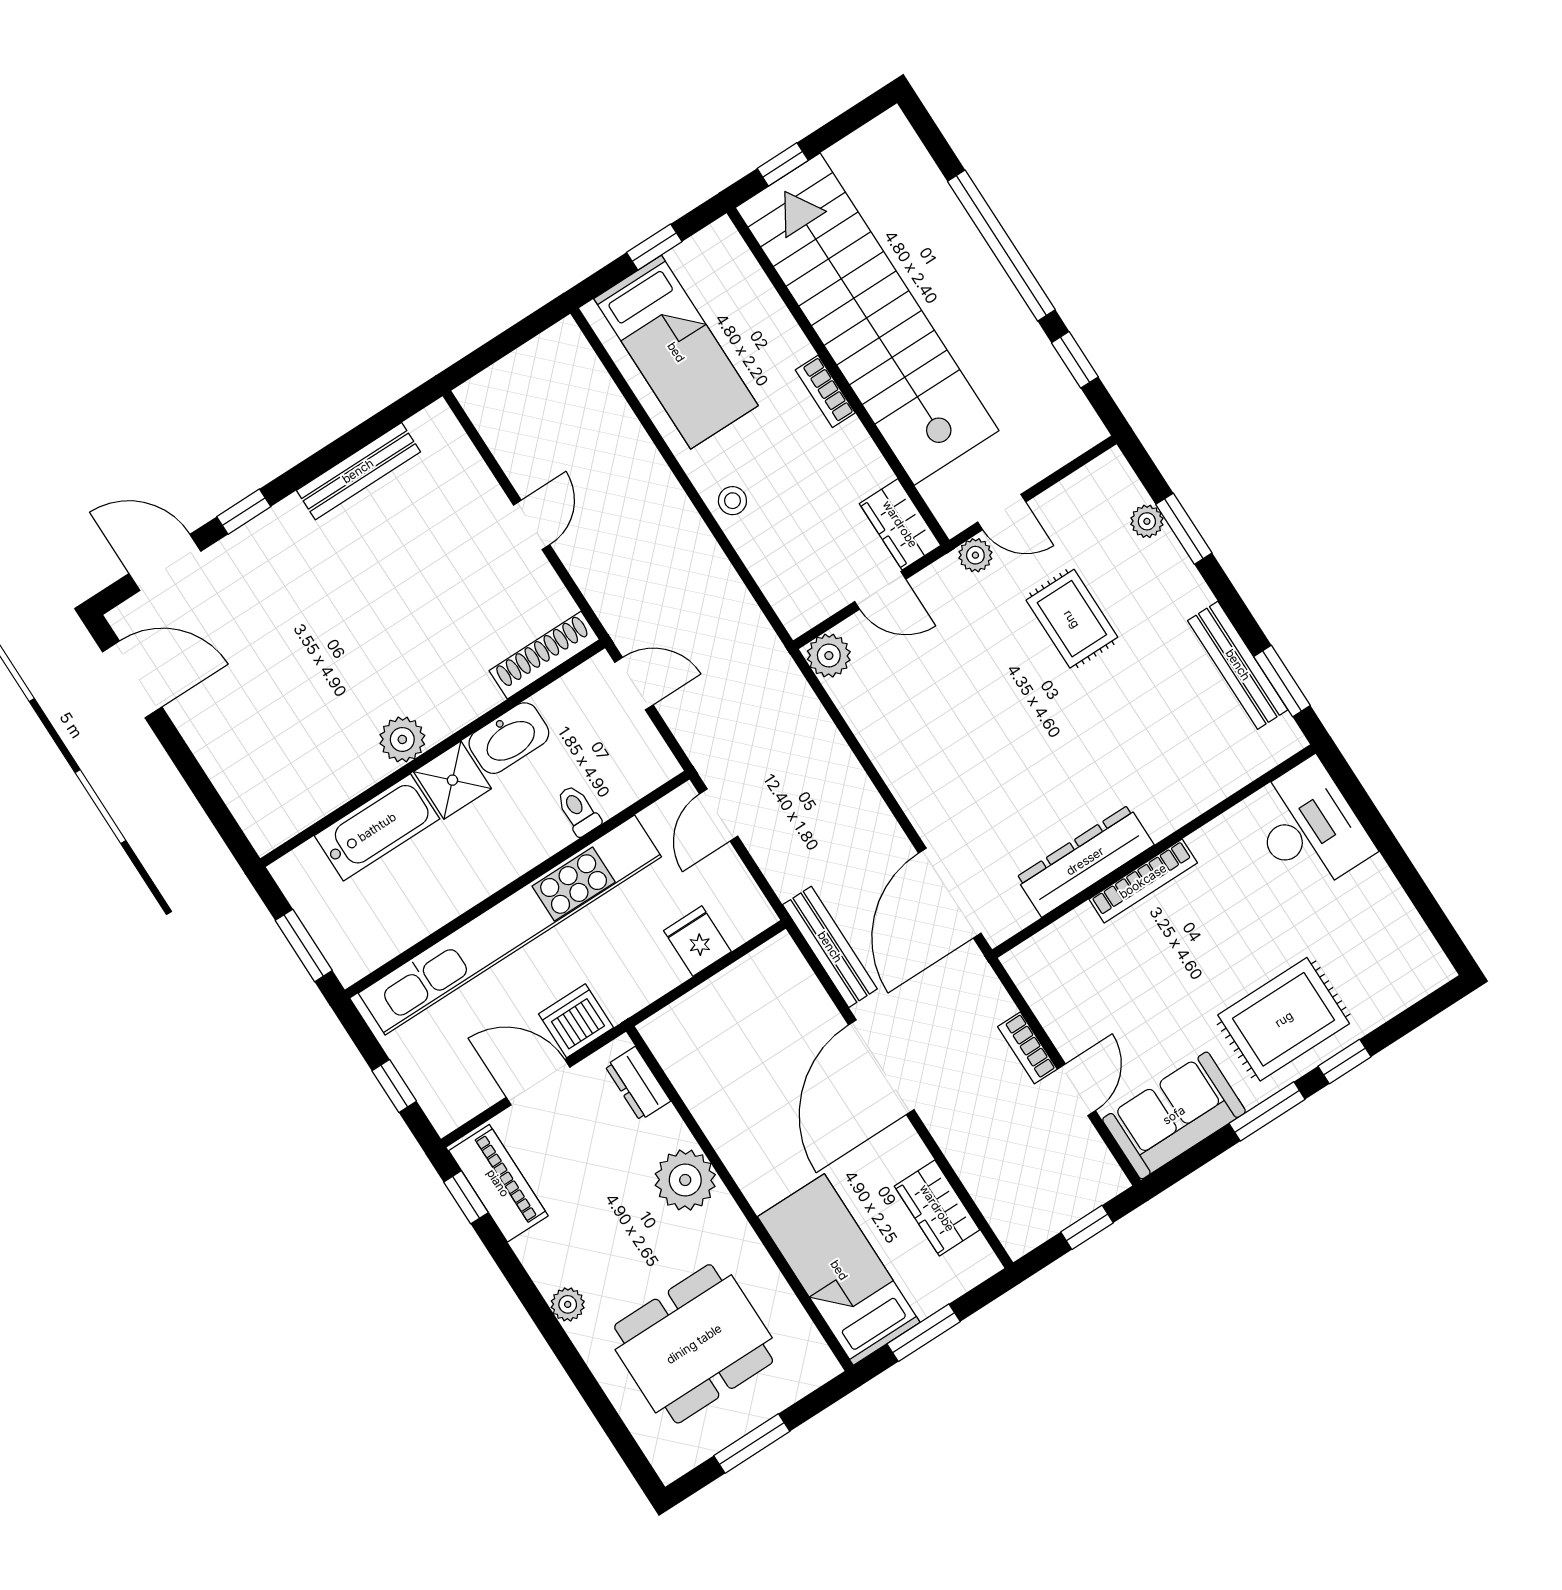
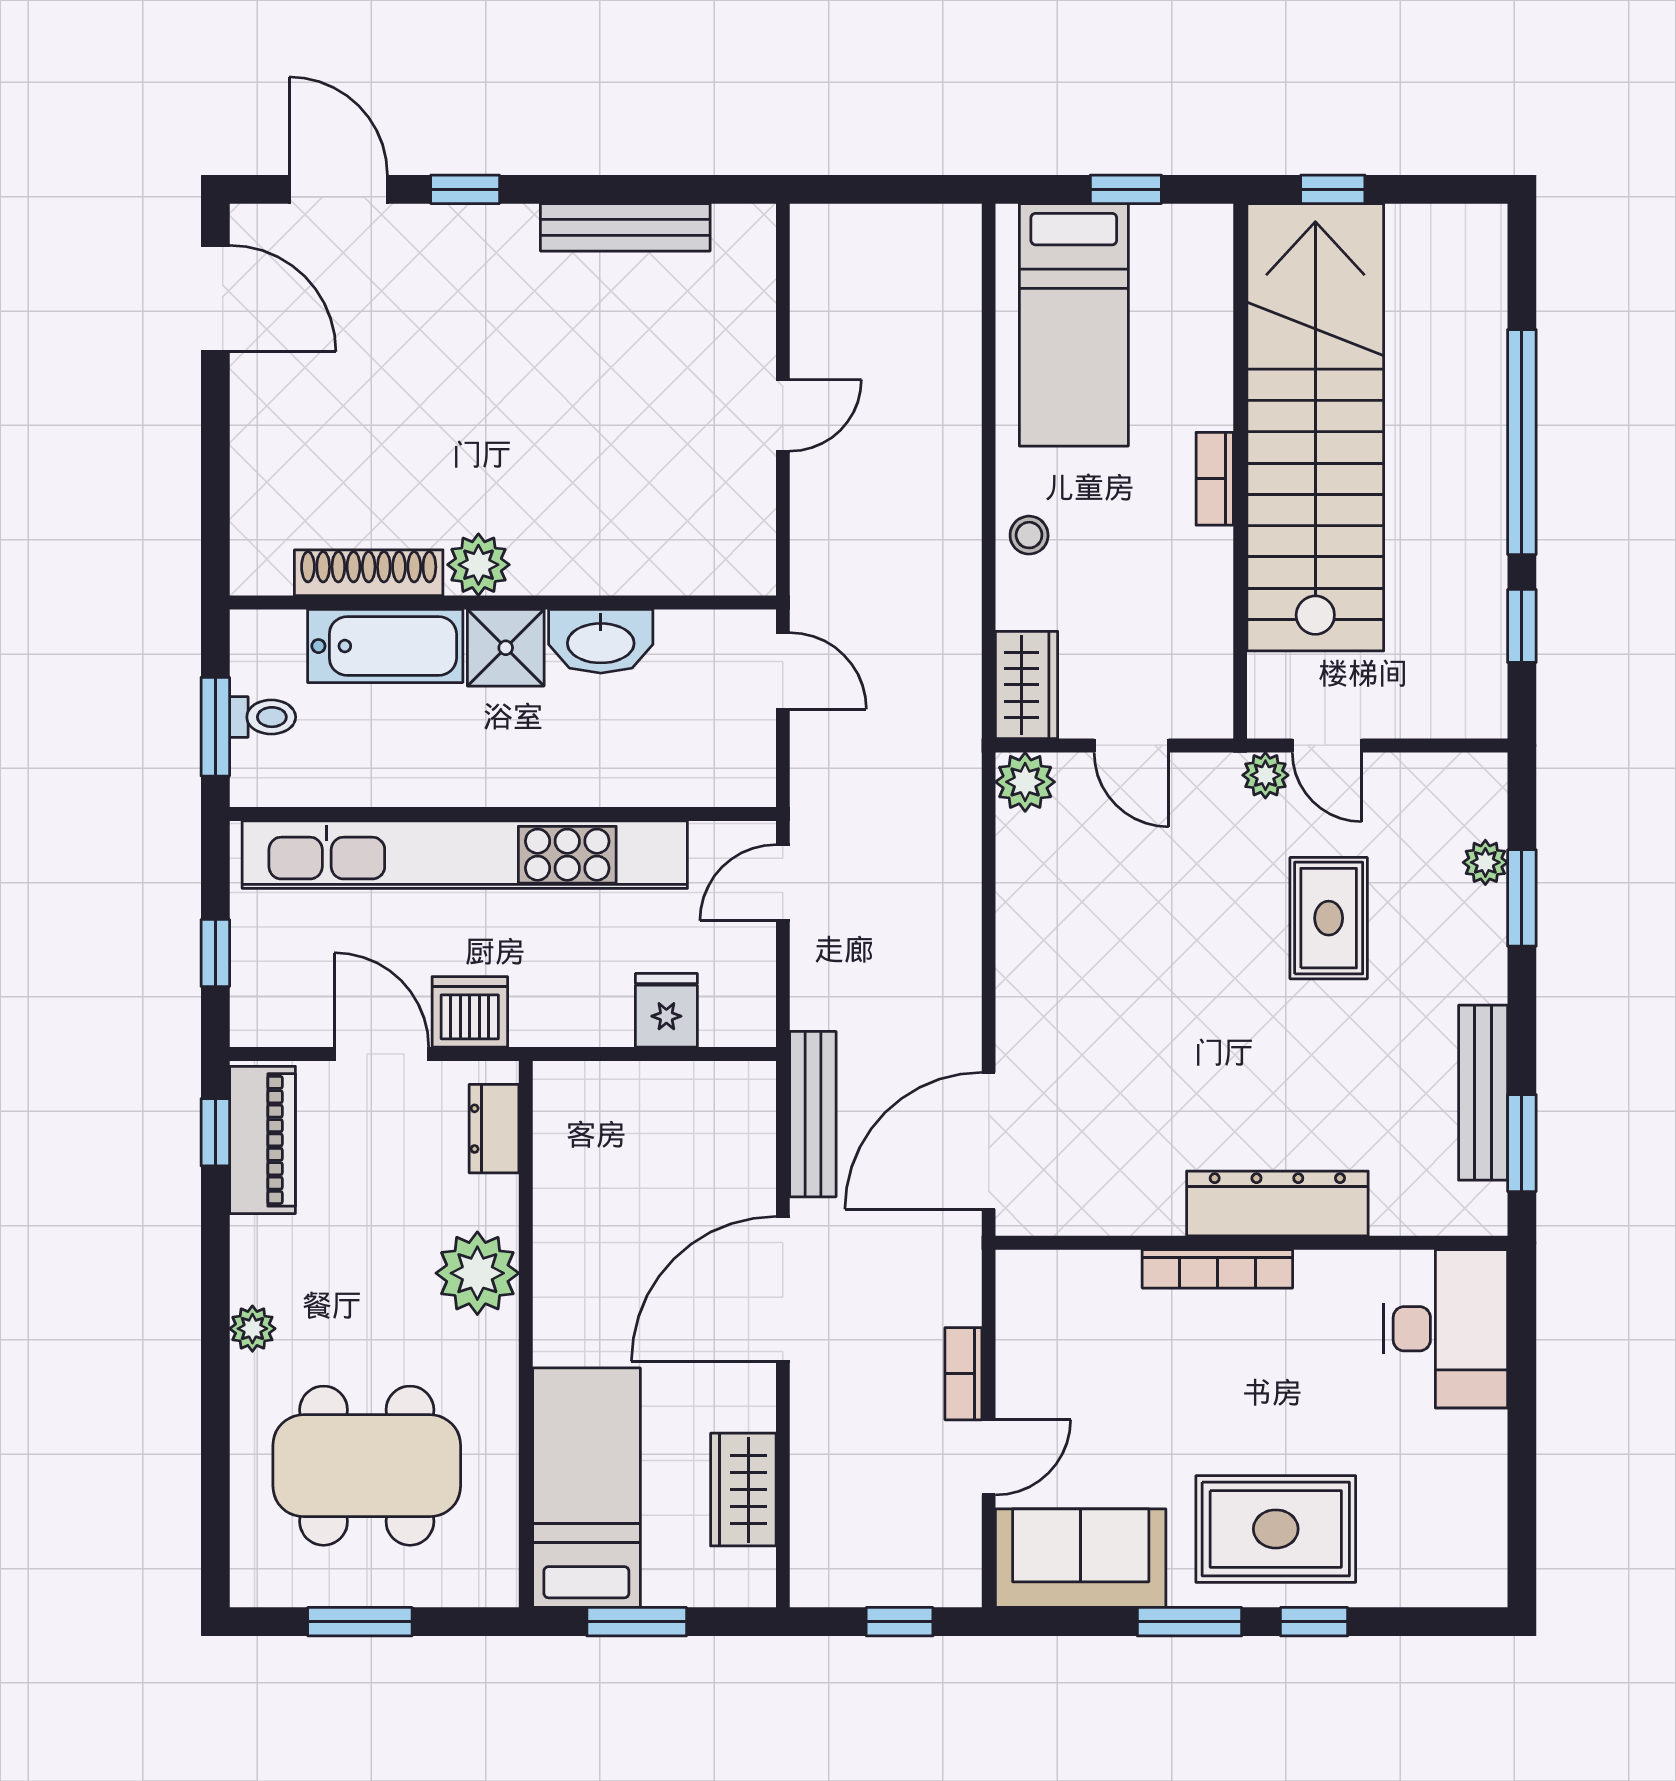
wardrobe: (900, 524) -> (1027, 685), moved, turned 180
shoe rack: (544, 655) -> (369, 573), moved
toilet: (578, 810) -> (263, 717), moved, turned 90
dresser: (1085, 861) -> (1277, 1203), moved

